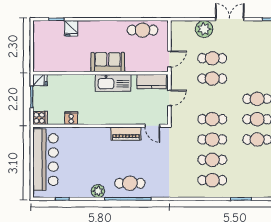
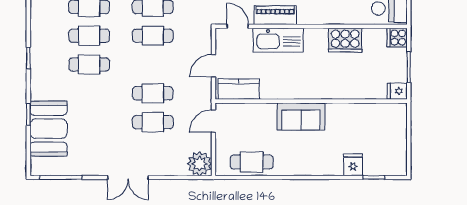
plant: (204, 29) -> (200, 164), moved
kitchen sink: (113, 83) -> (278, 40), moved, turned 180
cooker: (71, 118) -> (345, 40), width x1.87, depth x1.31

